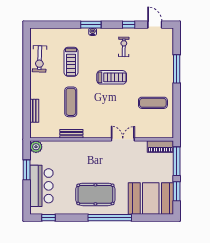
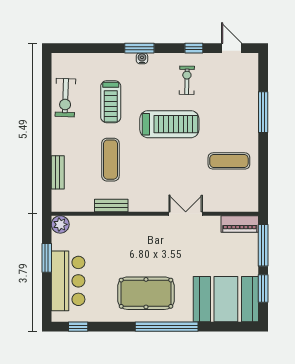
treadmill: (112, 77) -> (169, 124), width x1.37, depth x1.38

